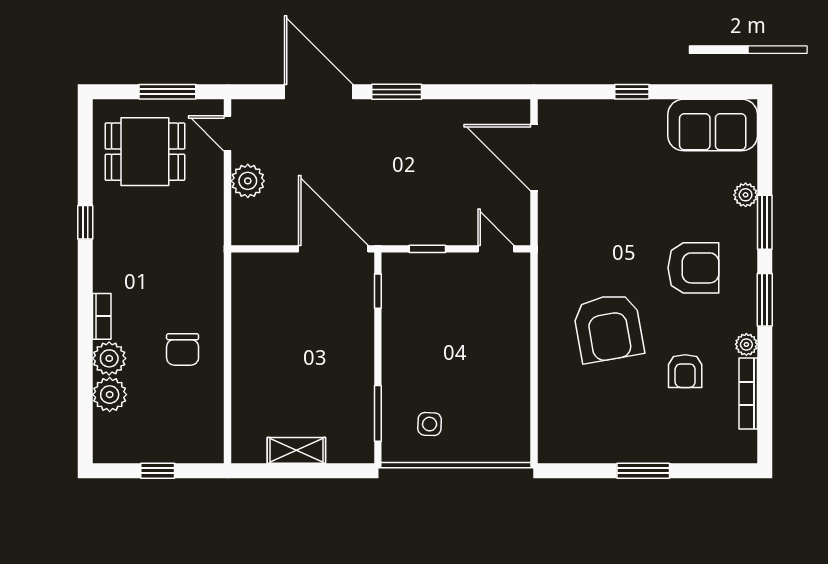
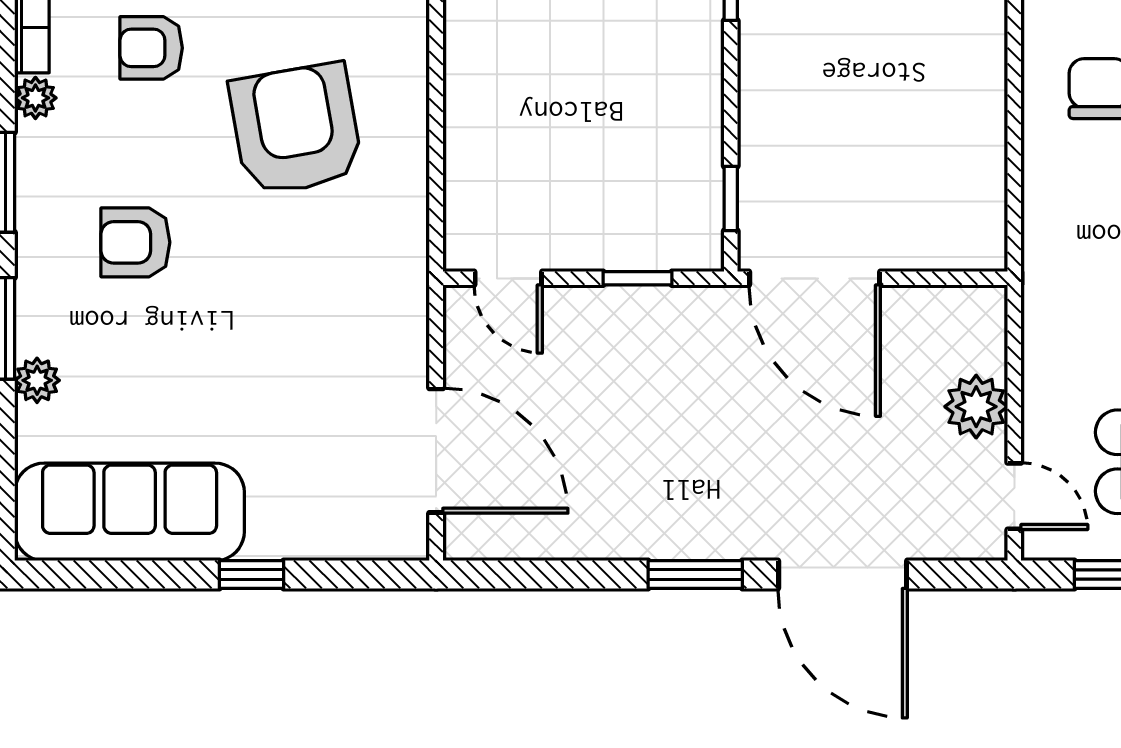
sofa: (713, 125) -> (130, 512), width x1.36
armchair: (693, 268) -> (135, 242), width x0.72, depth x0.72
armchair: (685, 371) -> (151, 48), turned -90

